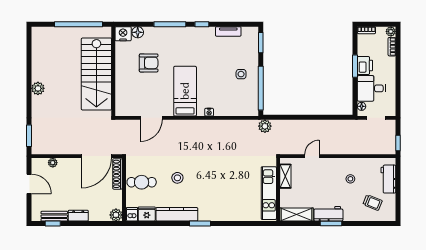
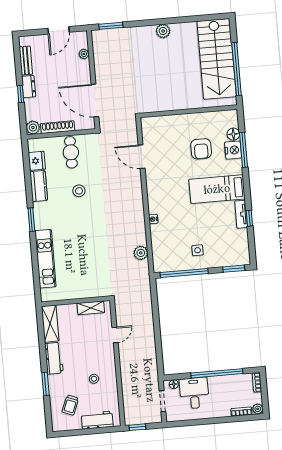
window: (170, 24) -> (244, 150), moved
window: (202, 24) -> (249, 218), moved
tv unit: (228, 31) -> (241, 214), moved
nightstand: (123, 34) -> (233, 150), moved
printer: (365, 65) -> (218, 384), removed
window: (355, 66) -> (217, 373), width x2.11
stairs: (96, 74) -> (217, 59), moved, turned -90
bed: (185, 91) -> (217, 189), moved, turned 180
plant: (265, 126) -> (141, 253), moved
door: (312, 156) -> (115, 335), hinge flipped
shoe rack: (118, 174) -> (58, 127), moved
kitchen unit: (269, 193) -> (46, 259), moved, turned 90
dishwasher: (132, 214) -> (35, 145), removed
kitchen counter: (177, 214) -> (39, 186), width x0.67
window: (53, 224) -> (21, 94), moved
window: (331, 224) -> (45, 384), moved

